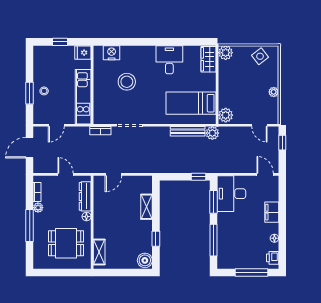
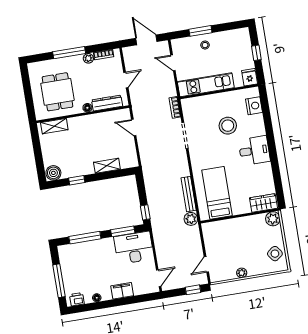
desk: (169, 60) -> (254, 151), moved
plant: (226, 115) -> (211, 229), removed

